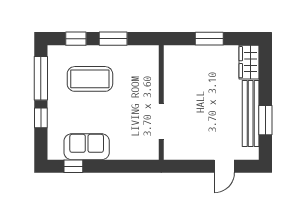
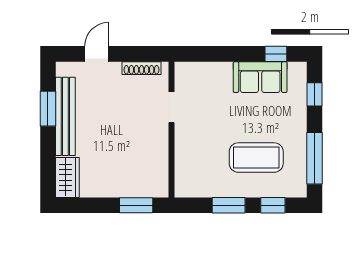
window: (209, 39) -> (136, 205), moved
window: (41, 118) -> (314, 94), moved
doorway: (161, 121) -> (172, 107), width x0.73
shoe rack: (187, 154) -> (142, 68), added

